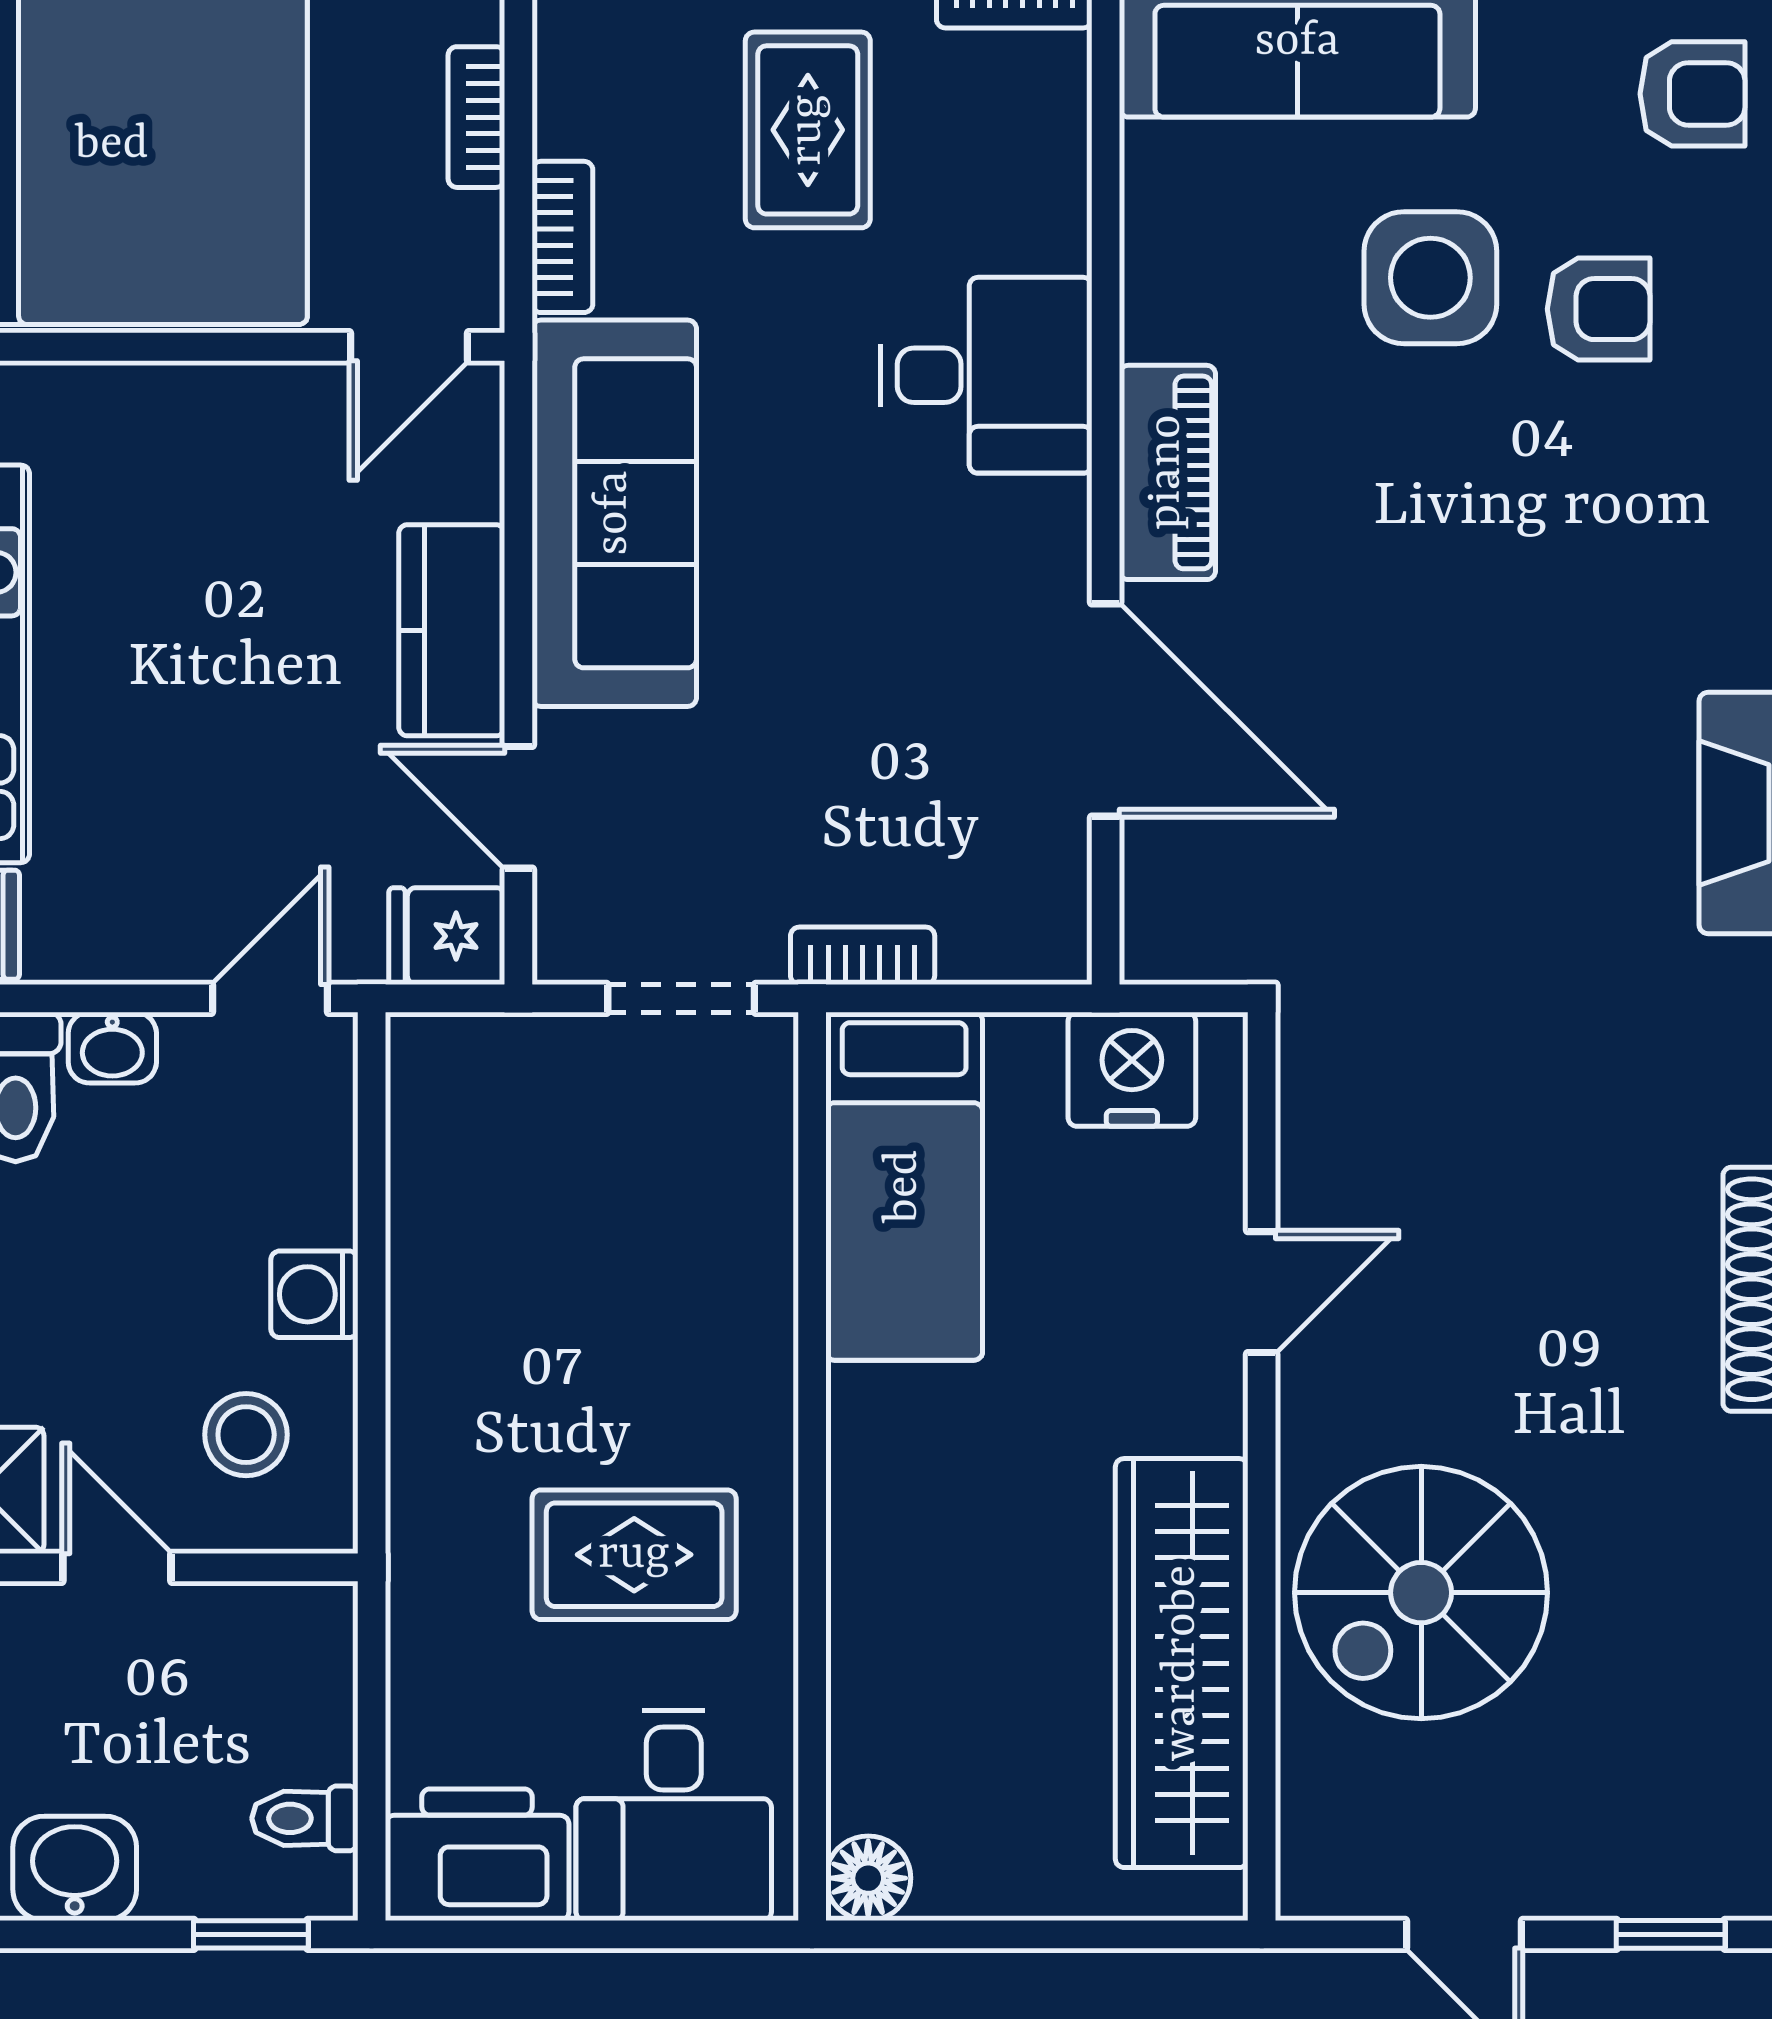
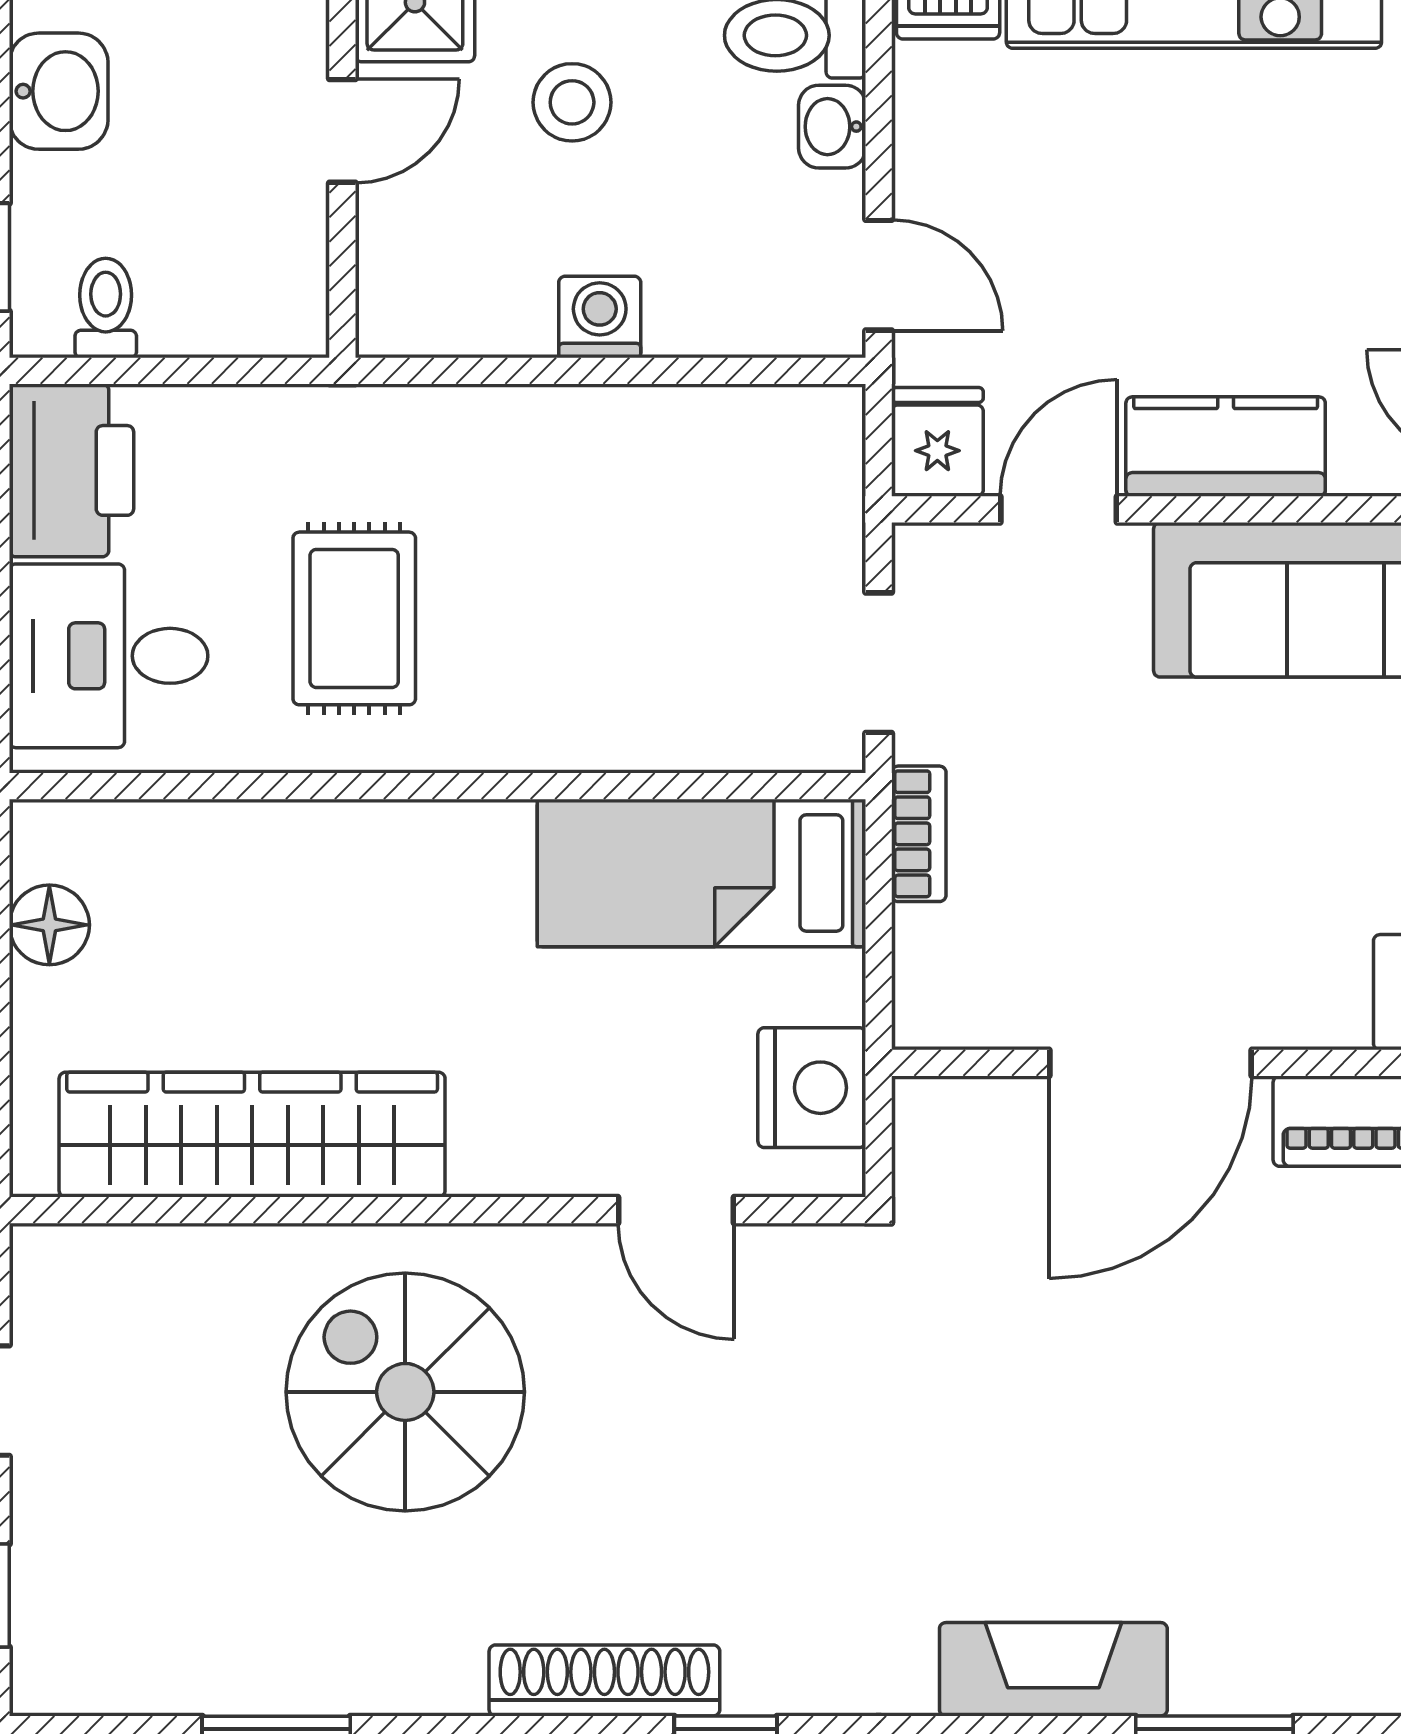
door: (1262, 1292) -> (676, 1210), moved
stool: (246, 1435) -> (572, 102), moved
spiral stairs: (1421, 1593) -> (405, 1392), moved
floor lamp: (868, 1878) -> (49, 925), moved

